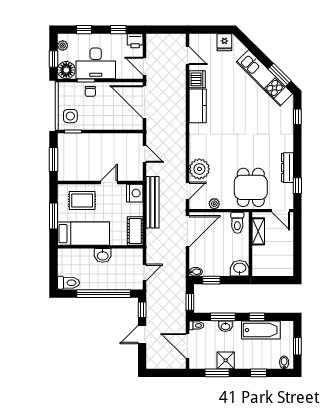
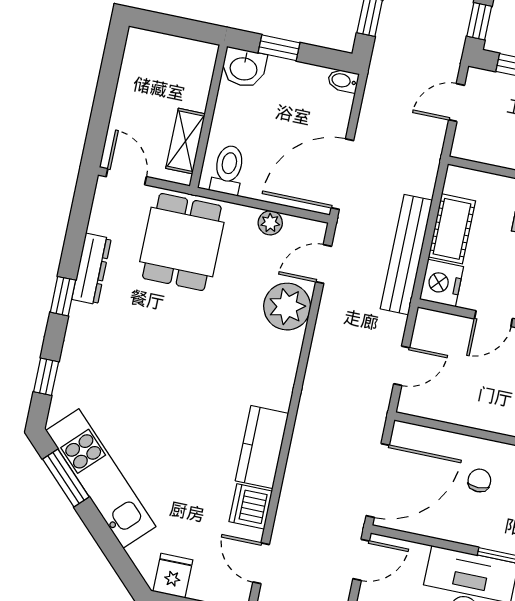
door: (145, 66) -> (361, 560), hinge flipped
chair: (90, 91) -> (479, 480), moved
door: (145, 102) -> (378, 481), hinge flipped
door: (145, 154) -> (402, 366), swing flipped
window: (297, 186) -> (63, 296), moved
cot: (135, 231) -> (452, 229), moved
window: (211, 280) -> (279, 48), moved

